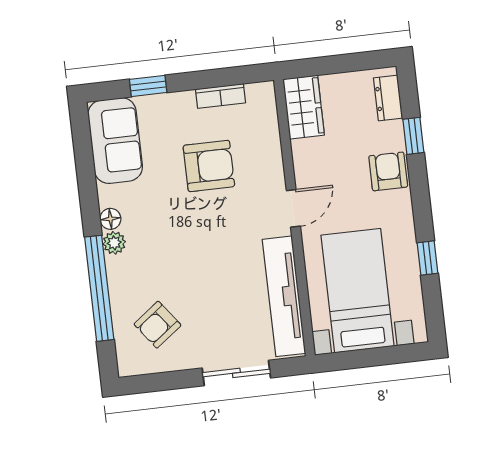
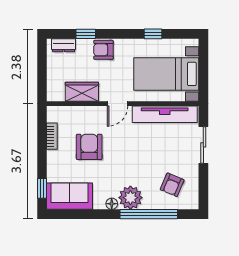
window: (148, 86) -> (42, 188), moved
wardrobe: (304, 107) -> (82, 92), moved
door: (293, 208) -> (118, 104), swing flipped
plant: (114, 243) -> (130, 198), width x1.88, depth x1.88
armchair: (158, 325) -> (172, 185), turned 60

